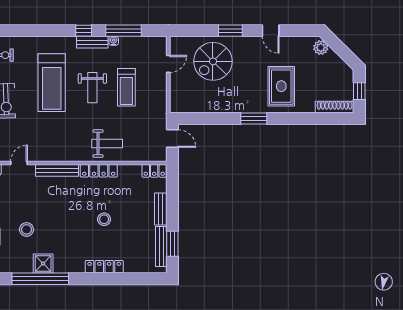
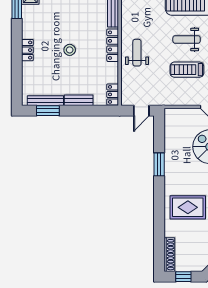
window: (254, 118) -> (159, 164), moved
weight bench: (107, 143) -> (137, 53), turned 180
locker: (104, 267) -> (27, 50), width x0.66

